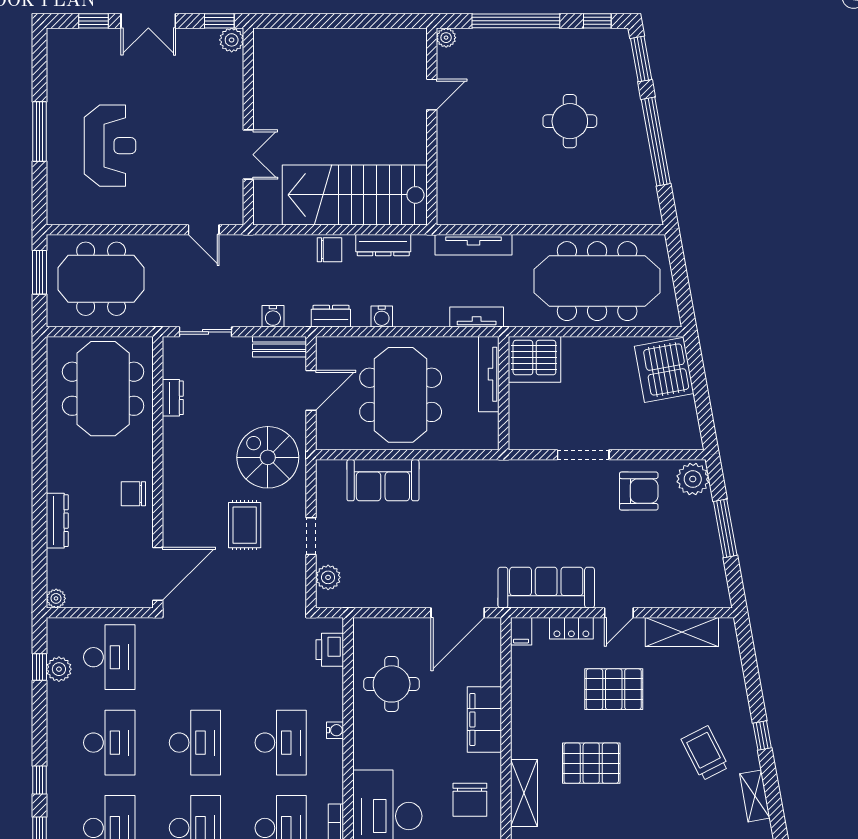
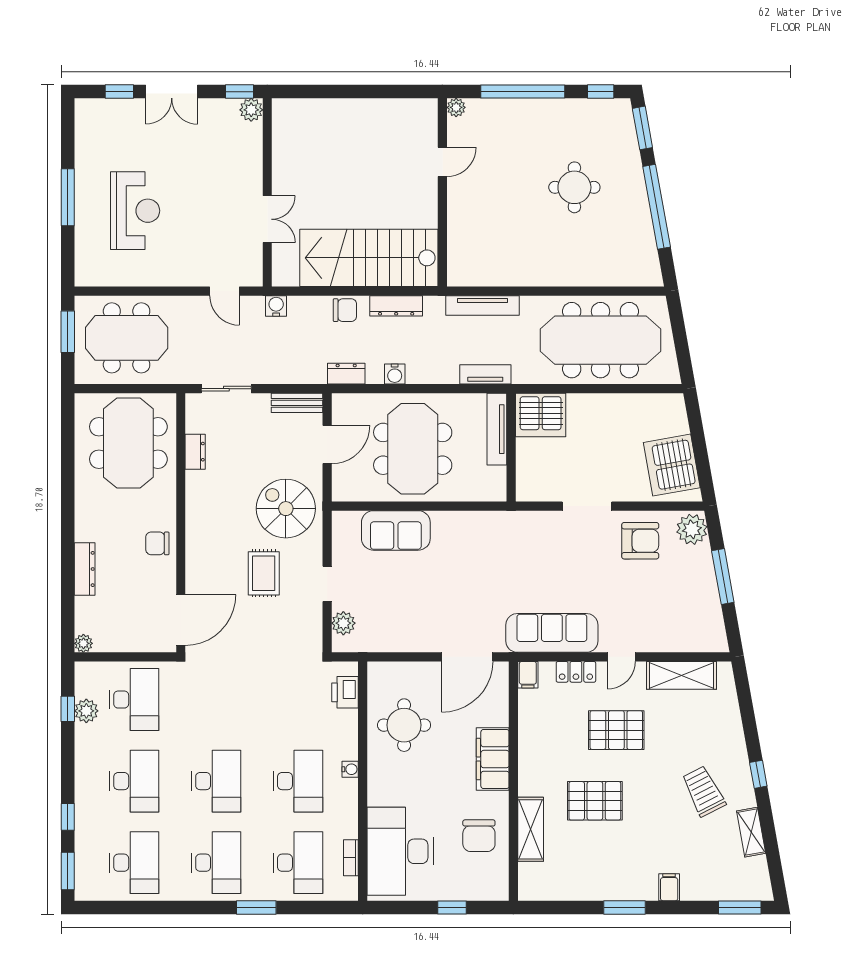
water cooler: (273, 316) -> (276, 306), moved, turned 180
server rack: (664, 370) -> (672, 465), moved

